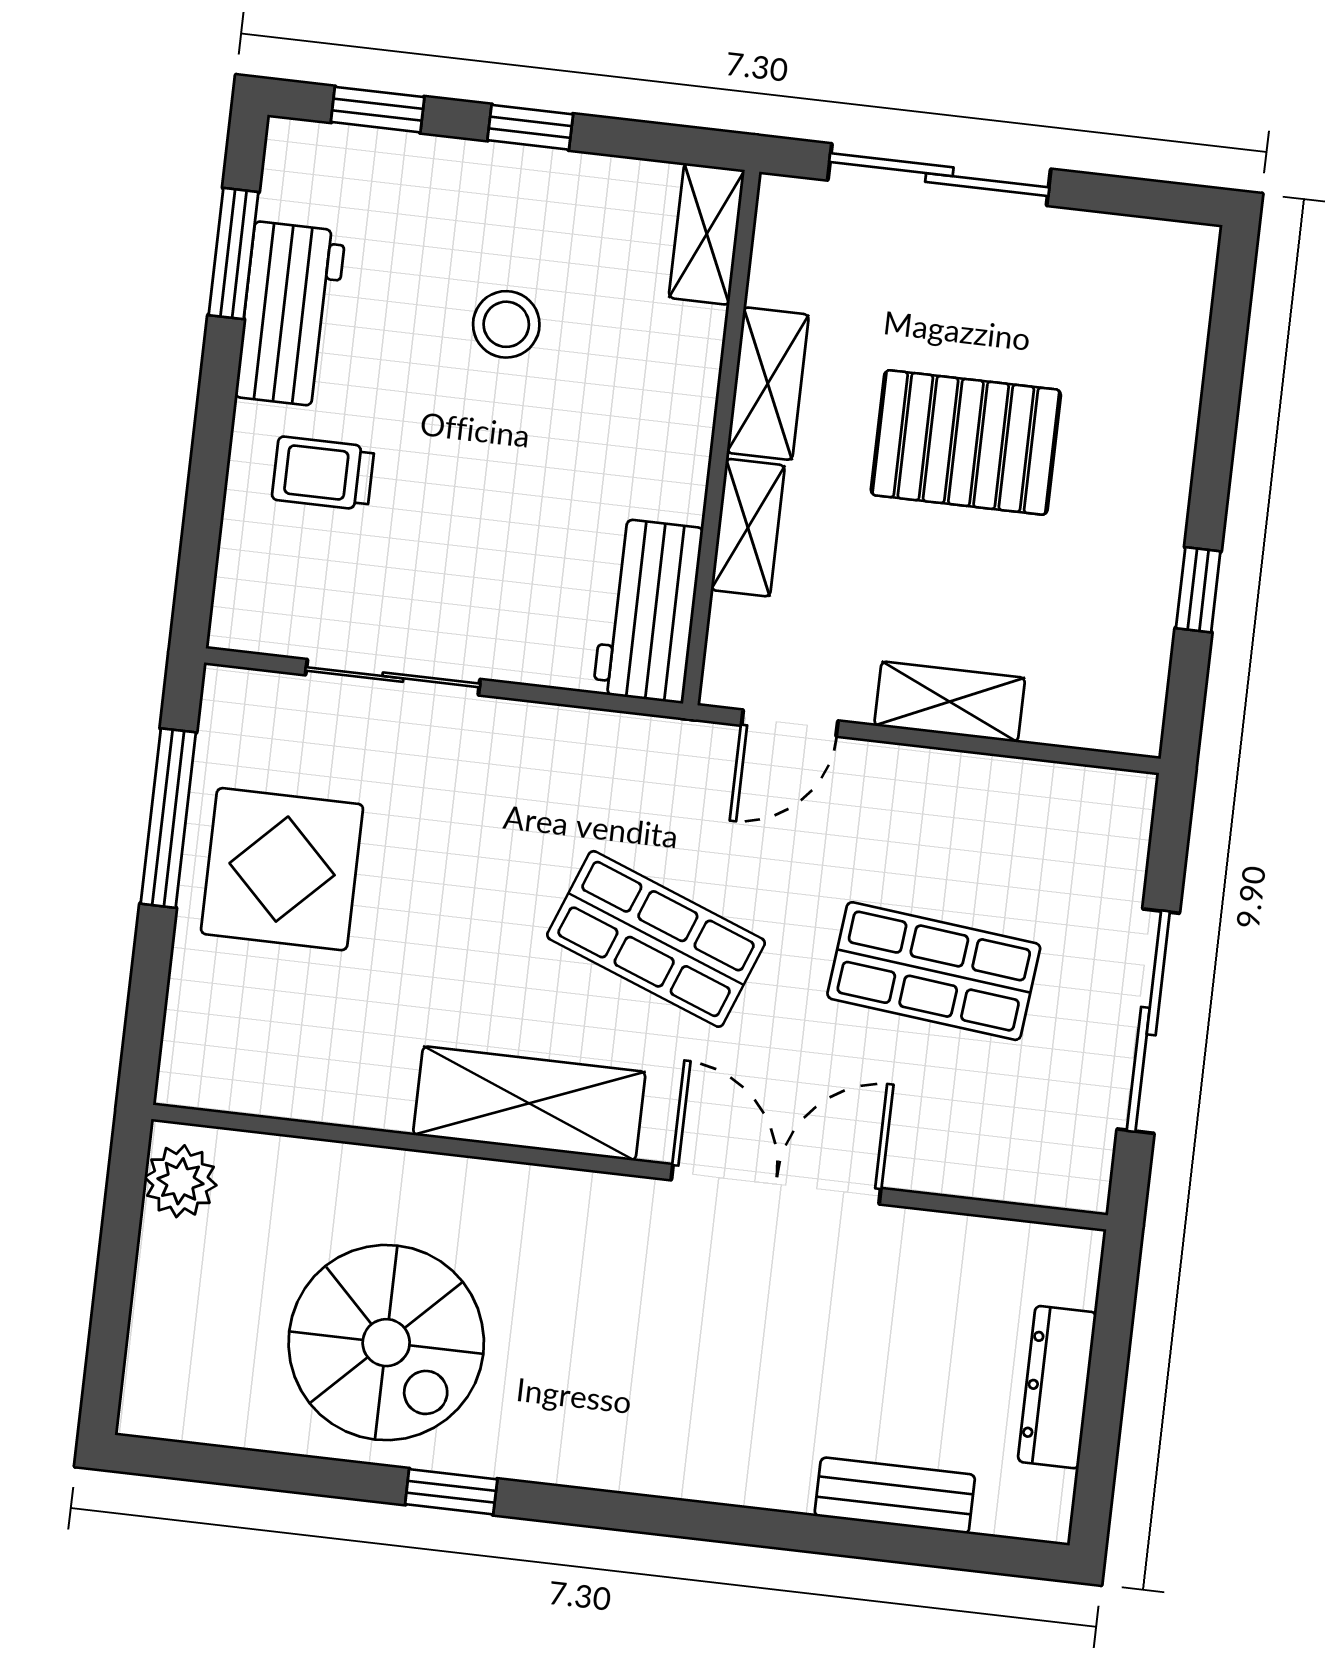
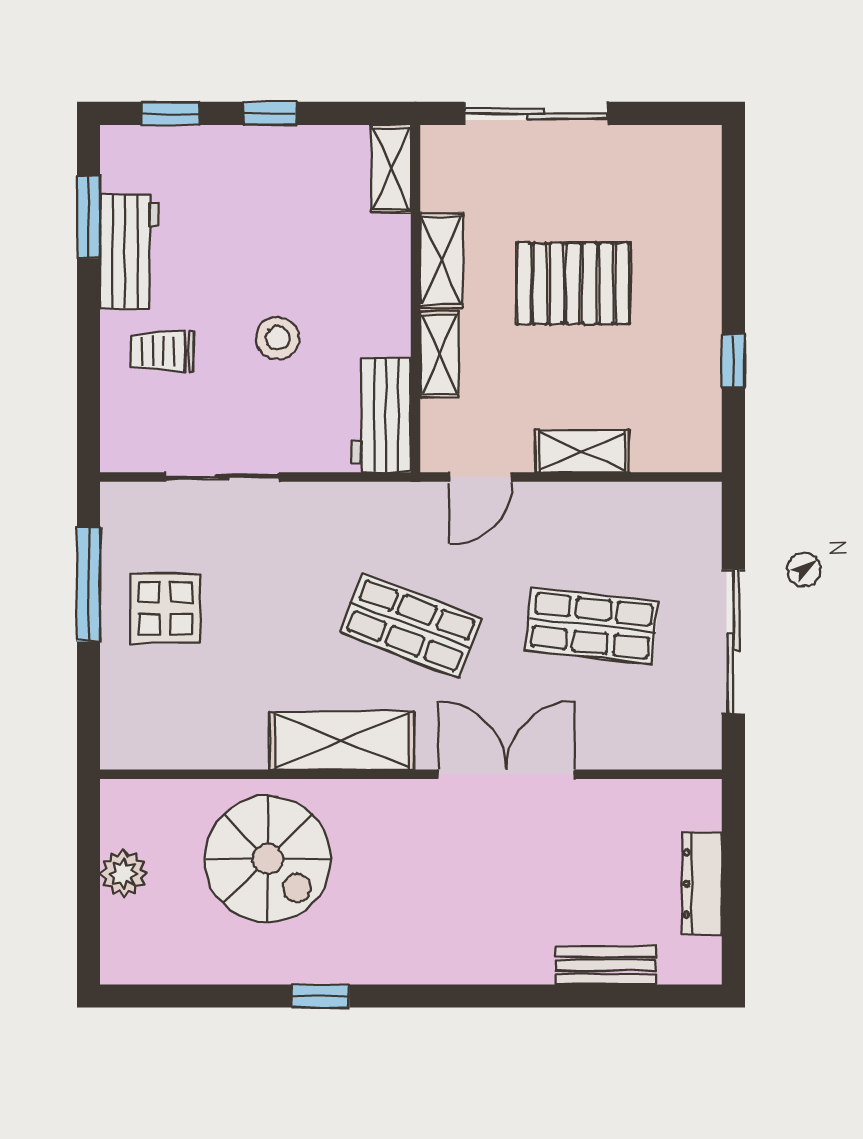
stool: (506, 324) -> (278, 338), moved
display table: (282, 869) -> (165, 609), width x0.73, depth x0.73
plant: (180, 1181) -> (123, 874), moved
spiral stairs: (386, 1343) -> (268, 859), moved

